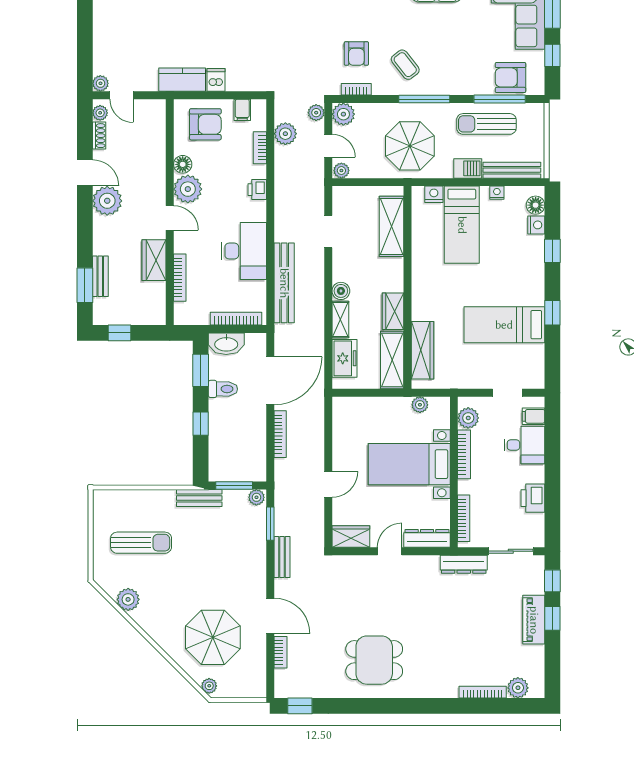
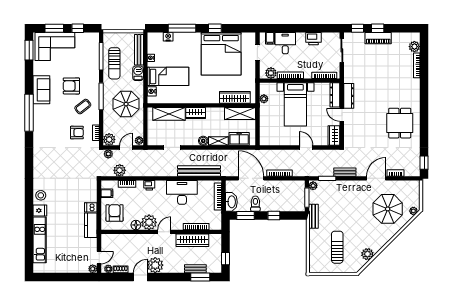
armchair: (510, 77) -> (71, 86), moved, turned 90
floor lamp: (536, 205) -> (158, 37), removed
window: (552, 251) -> (182, 28), width x2.17
wardrobe: (154, 260) -> (192, 240), width x1.50
wardrobe: (393, 311) -> (196, 113), moved
bed: (504, 325) -> (221, 54), width x2.04
dresser: (464, 564) -> (349, 96), moved

